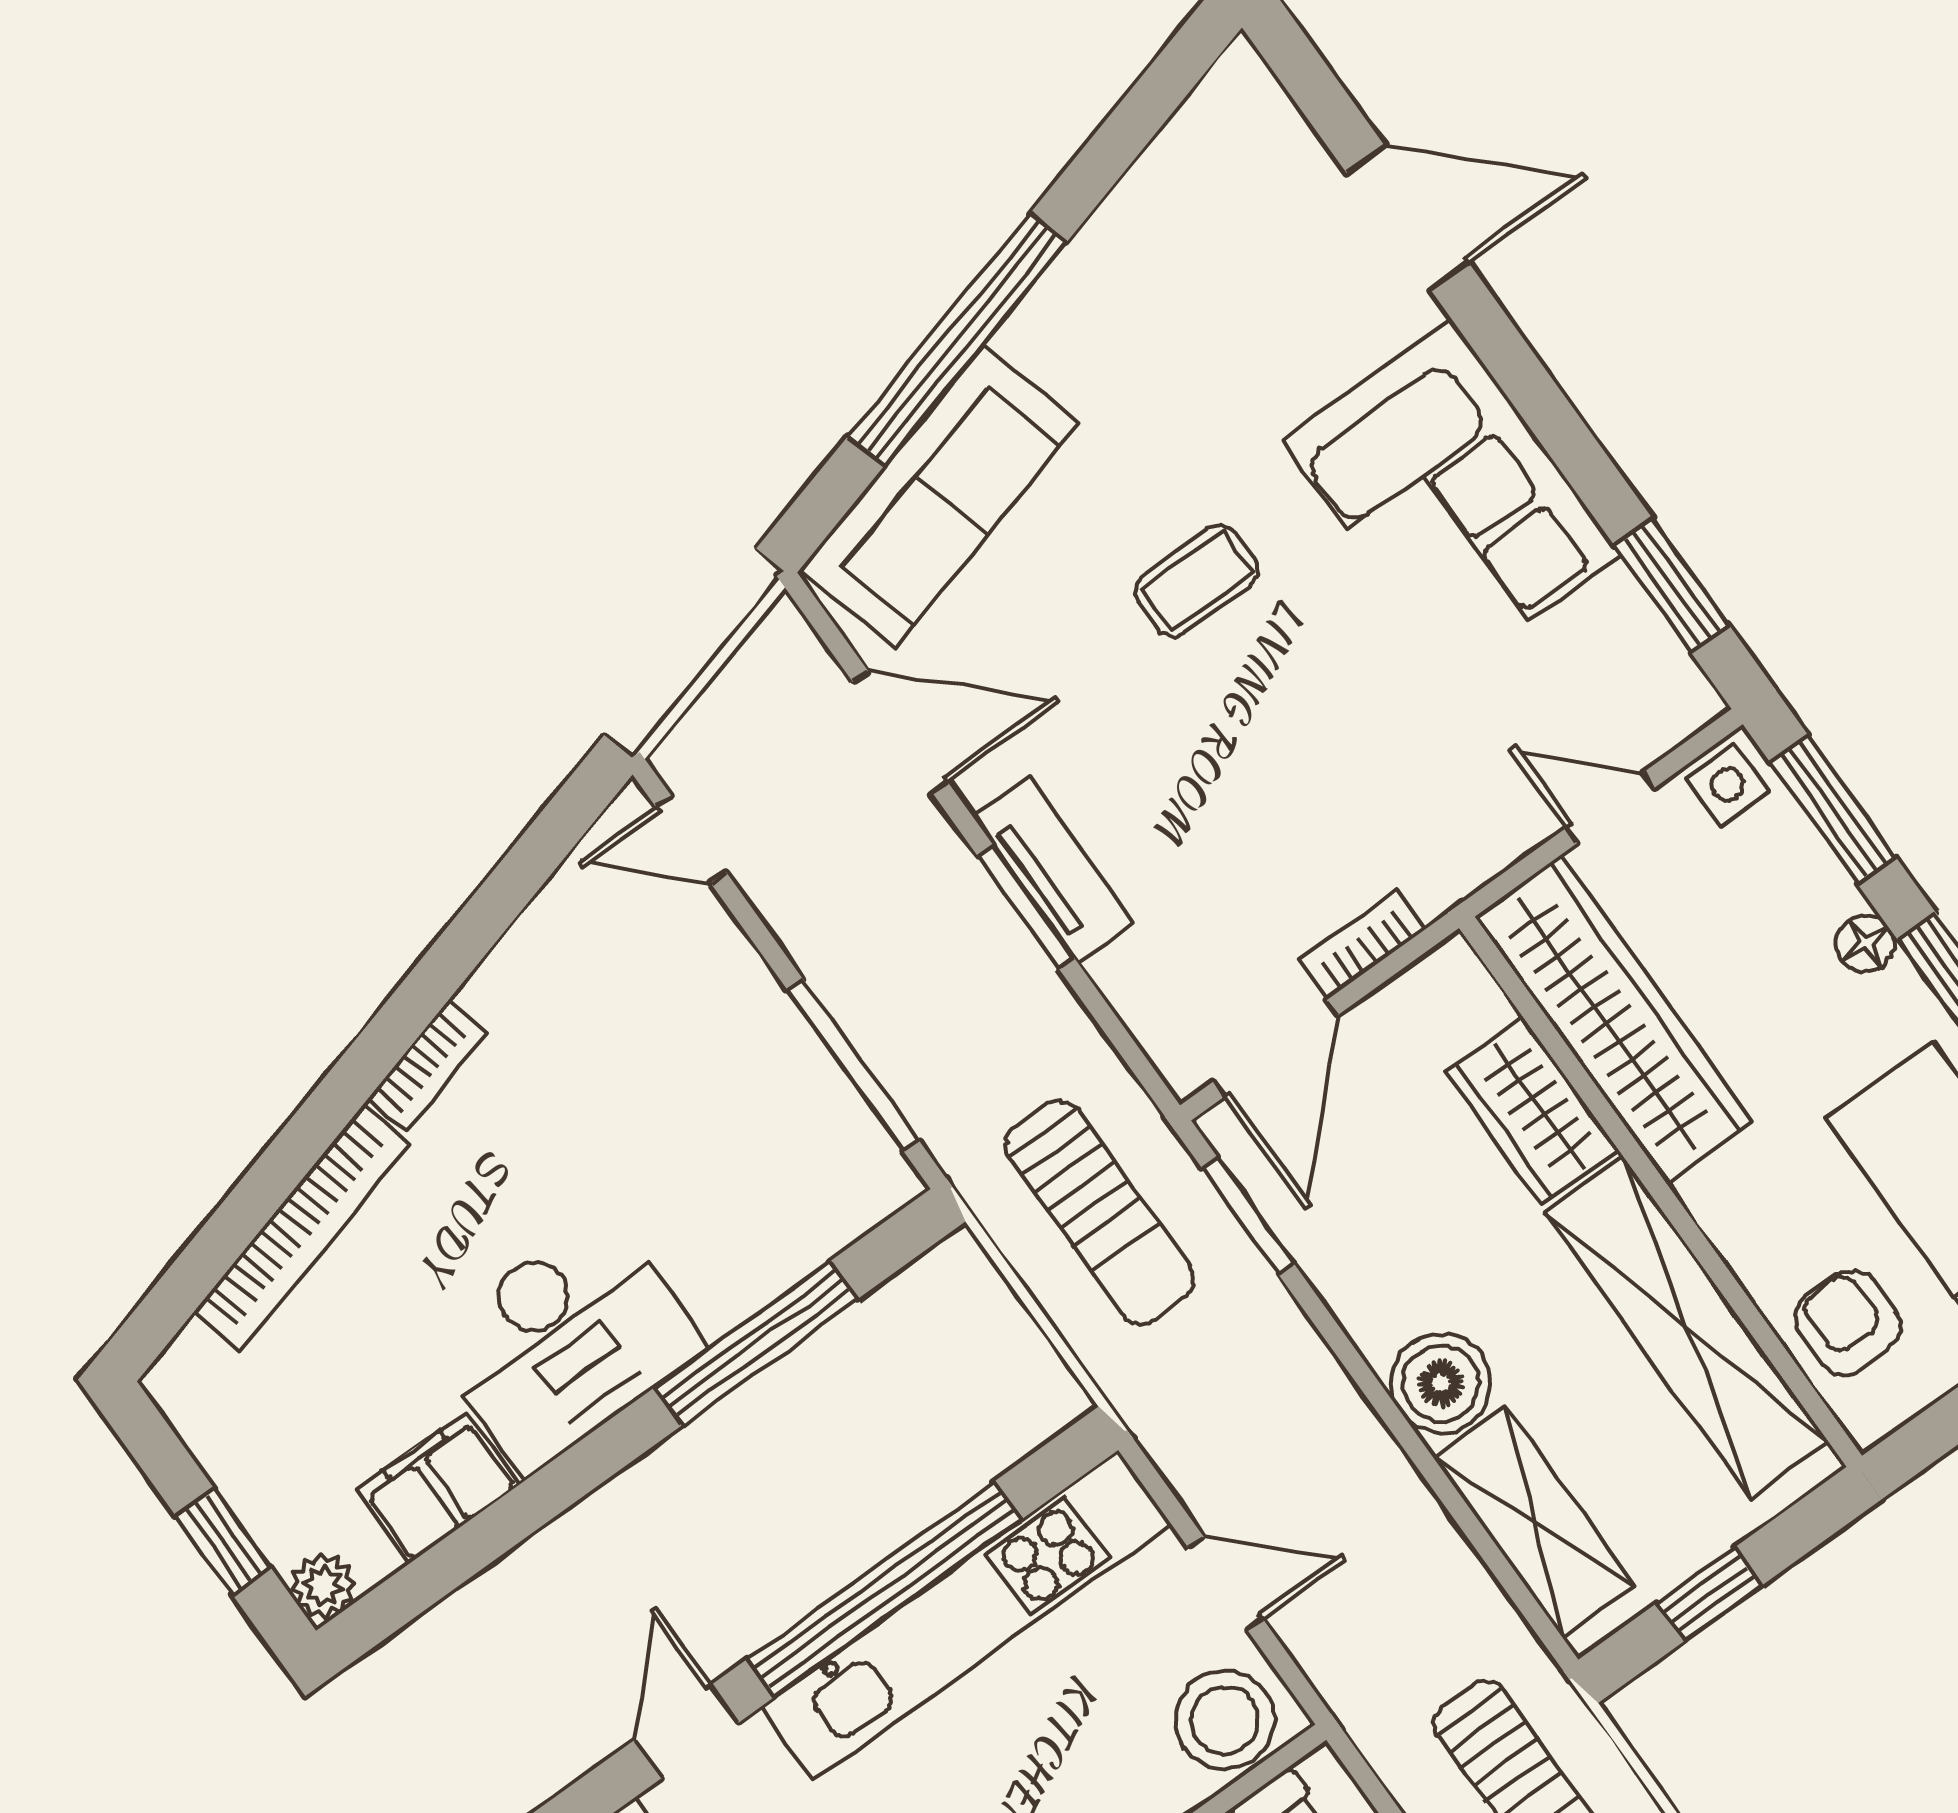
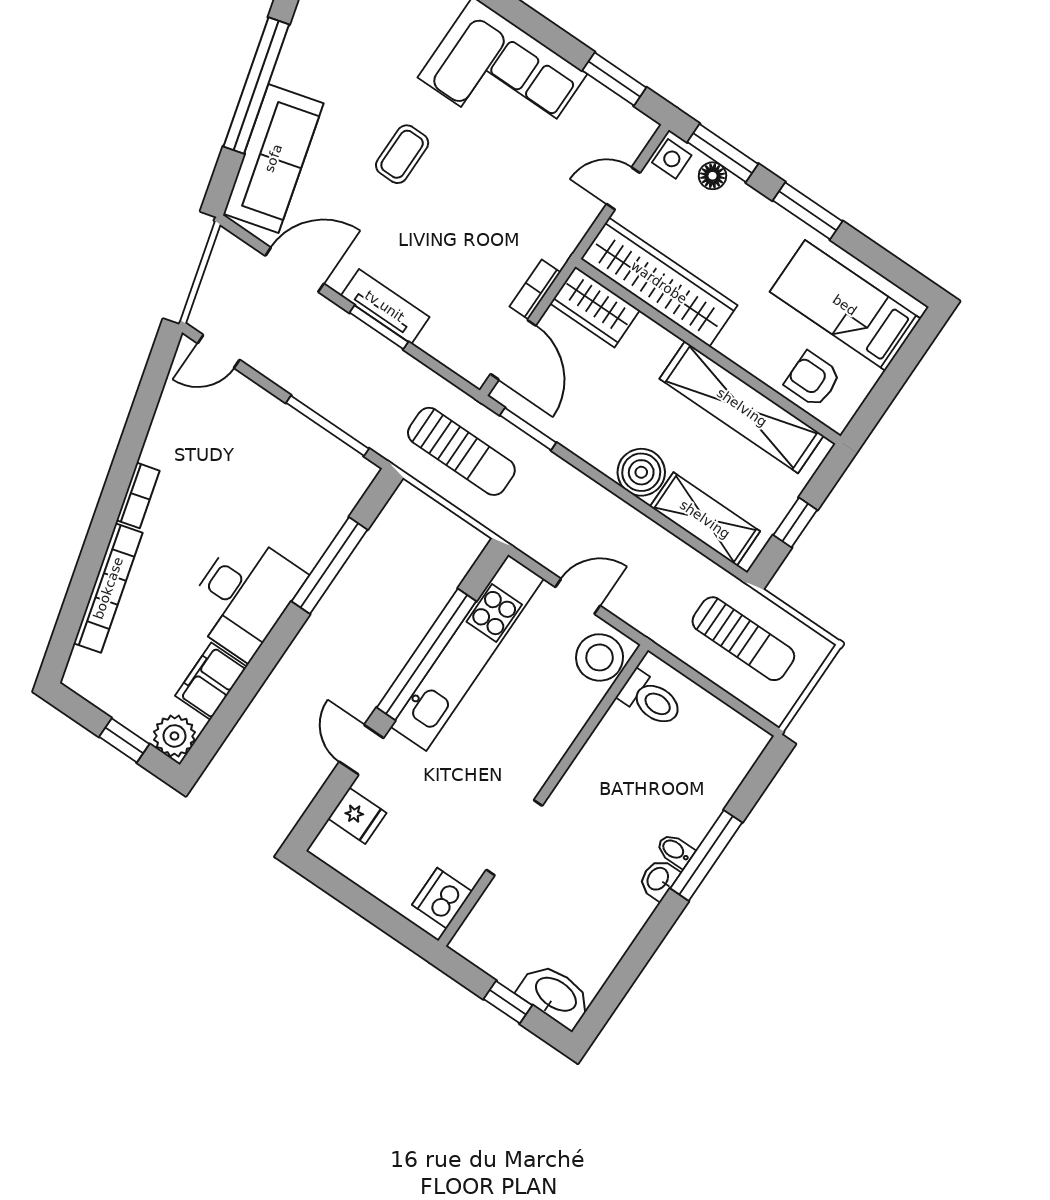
floor lamp: (1865, 944) -> (713, 176), moved
wardrobe: (1532, 1111) -> (595, 307), moved
plant: (323, 1586) -> (174, 736), width x1.38, depth x1.38

